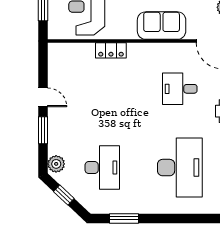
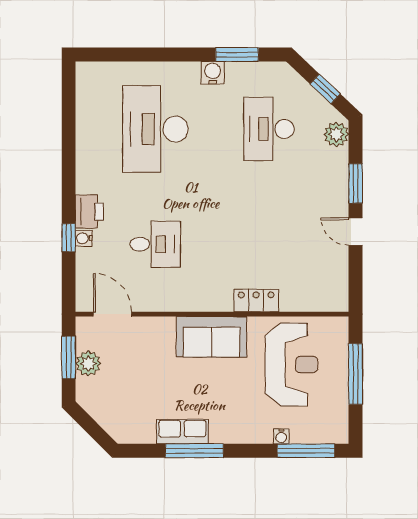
sofa: (162, 26) -> (212, 337), moved
water cooler: (141, 206) -> (213, 73), added

